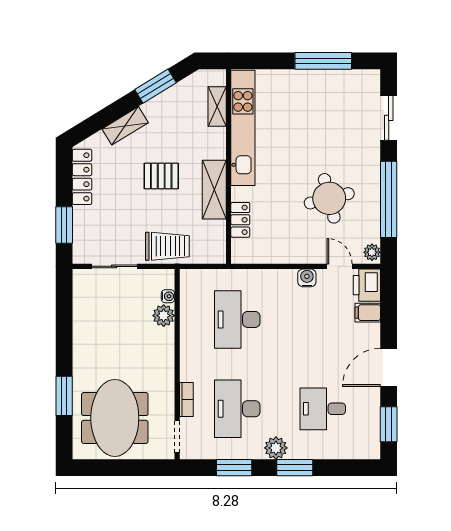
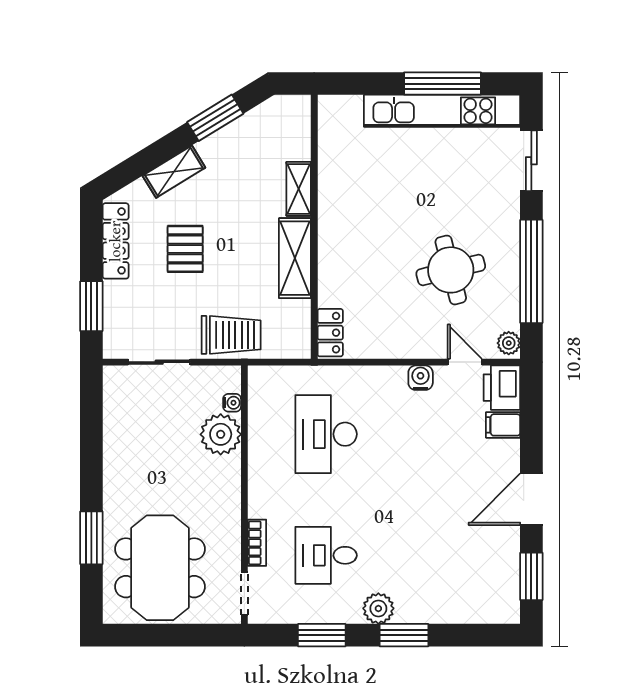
shelving: (217, 106) -> (299, 189), moved
kitchen unit: (243, 128) -> (442, 111), moved, turned 90
pallet: (161, 176) -> (185, 249), moved, turned 90
locker: (240, 220) -> (330, 333), moved
plant: (164, 316) -> (221, 434), width x1.36, depth x1.36
desk: (237, 409) -> (326, 555), width x0.73
desk: (323, 409) -> (442, 555), removed

